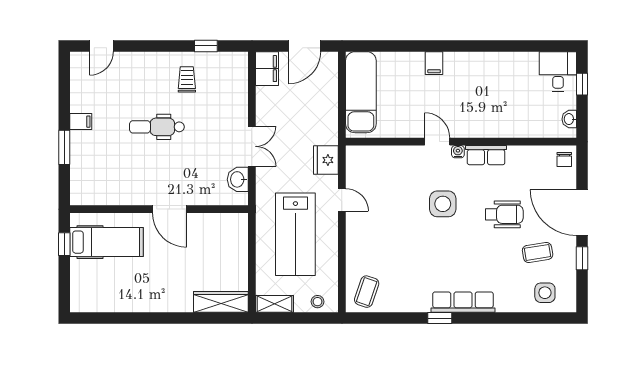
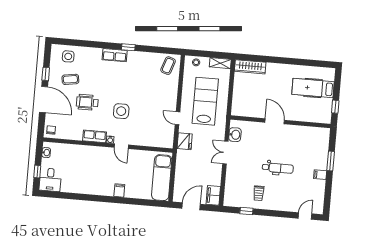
hospital bed: (107, 242) -> (313, 88), moved
row of seats: (463, 302) -> (115, 55), width x0.68

